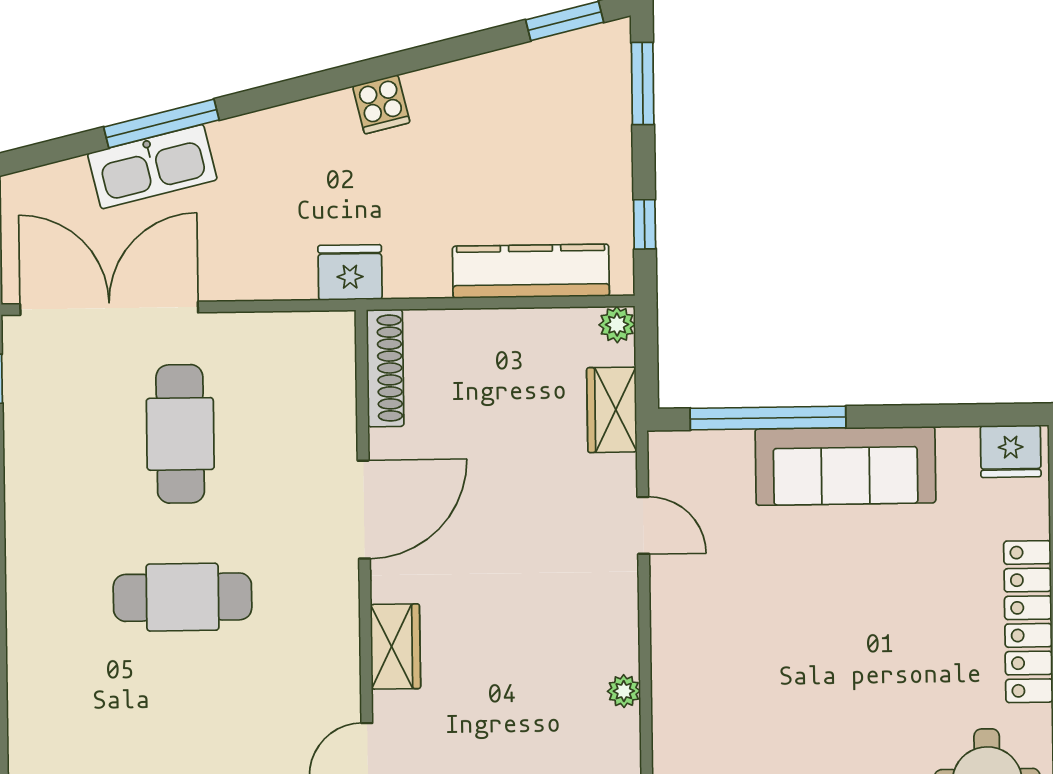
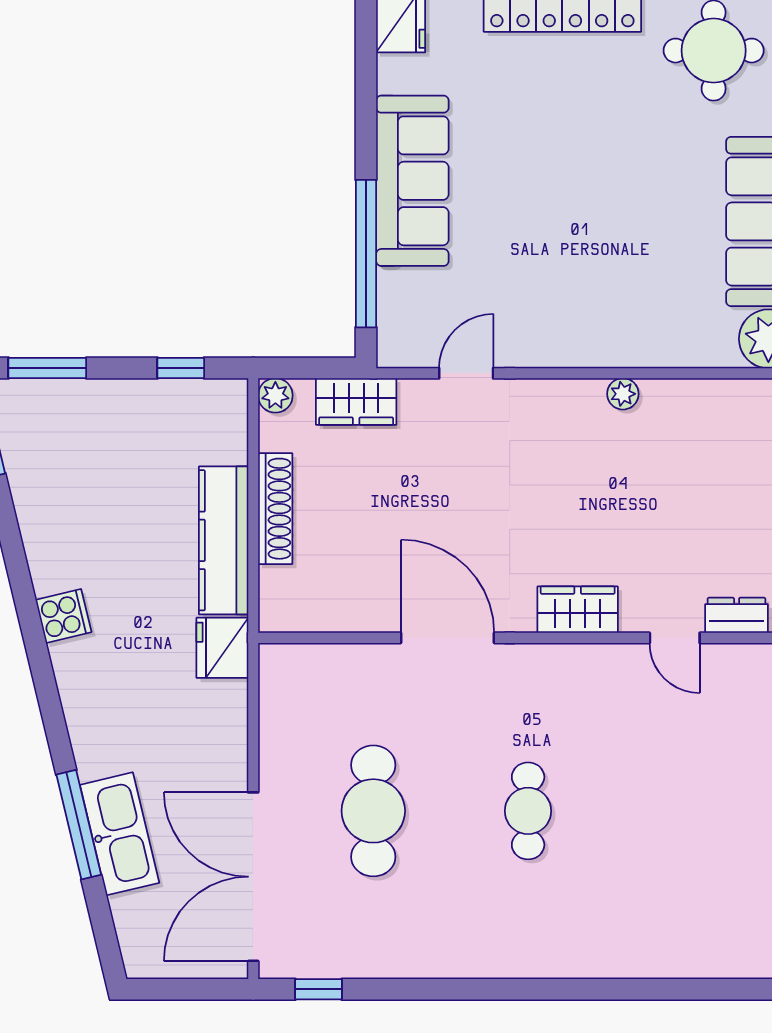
kitchen counter: (531, 271) -> (224, 540), moved
shoe rack: (385, 368) -> (275, 509), moved, turned 90
cafe table: (180, 434) -> (373, 811), turned 90
cafe table: (182, 597) -> (528, 811), width x0.73, depth x0.74

